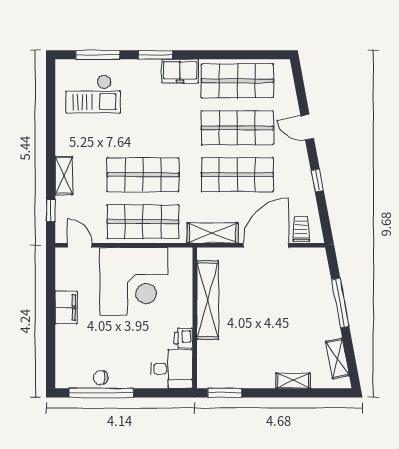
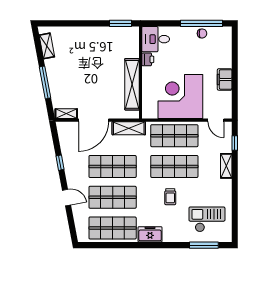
window: (156, 55) -> (166, 245), removed
trolley: (301, 229) -> (170, 197), moved
shelving: (293, 381) -> (66, 114), moved

